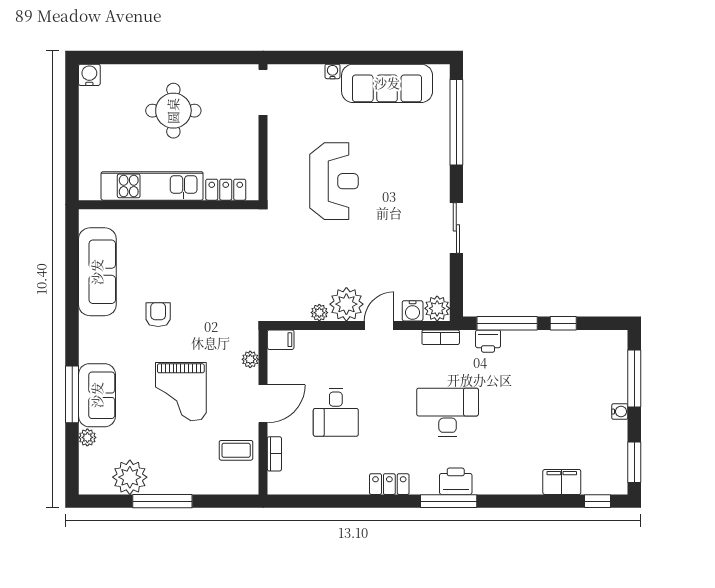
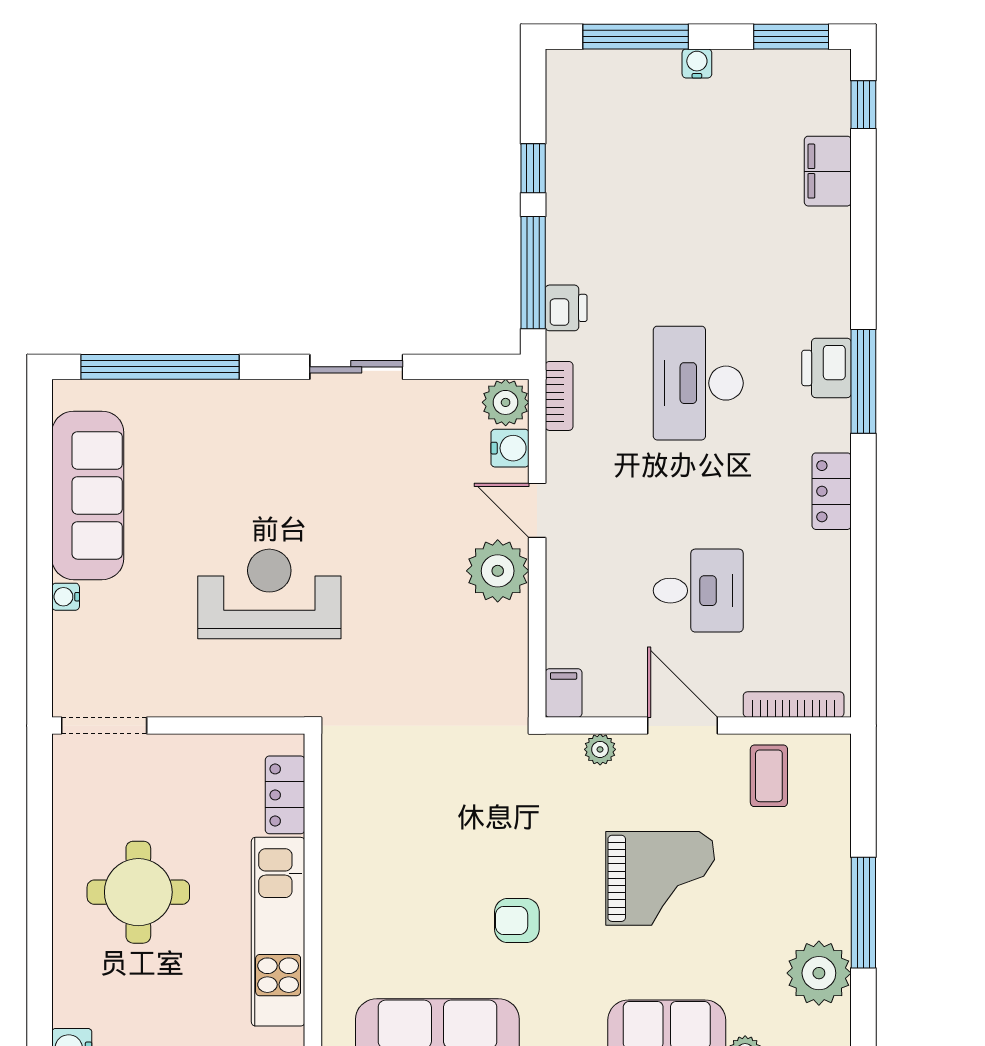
plant: (319, 313) -> (513, 621), removed
bookcase: (274, 454) -> (794, 705), width x1.56

